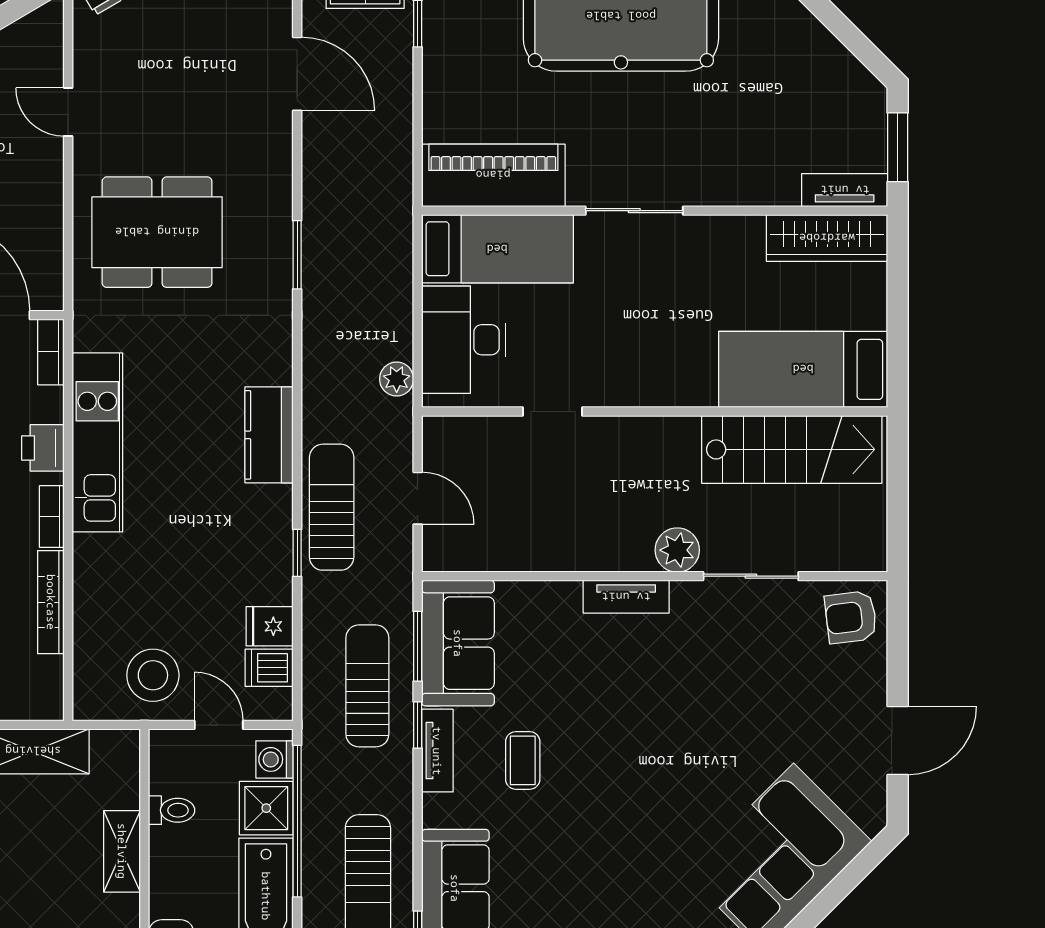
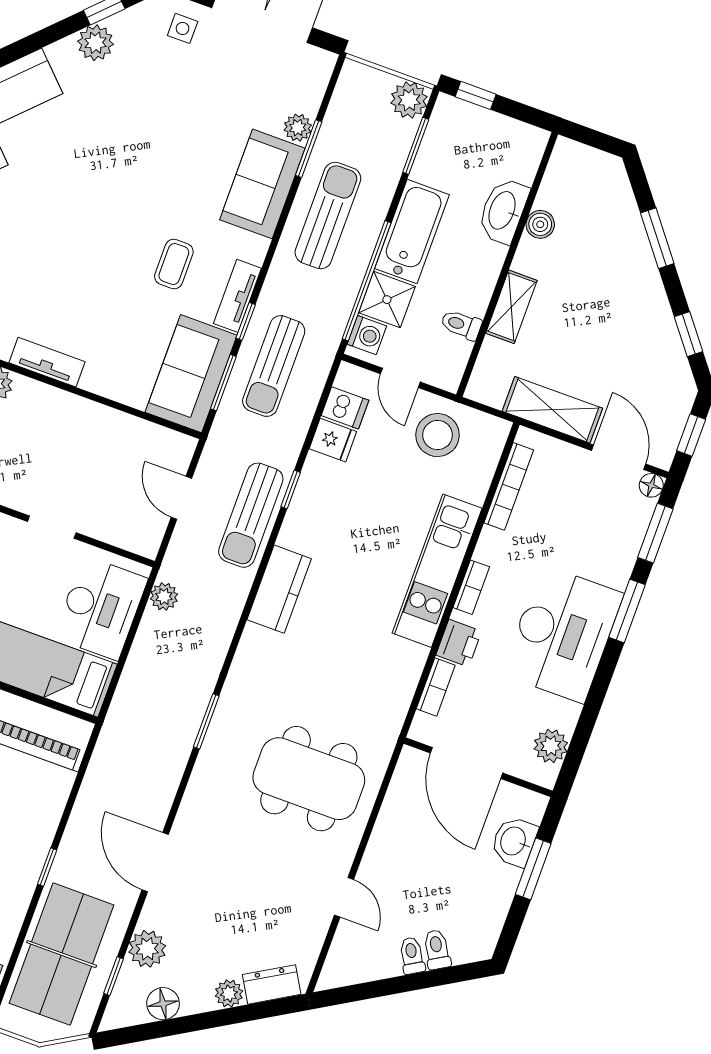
bookcase: (51, 352) -> (436, 687), moved
kitchen unit: (97, 442) -> (437, 571), moved
bookcase: (51, 602) -> (509, 486), moved

